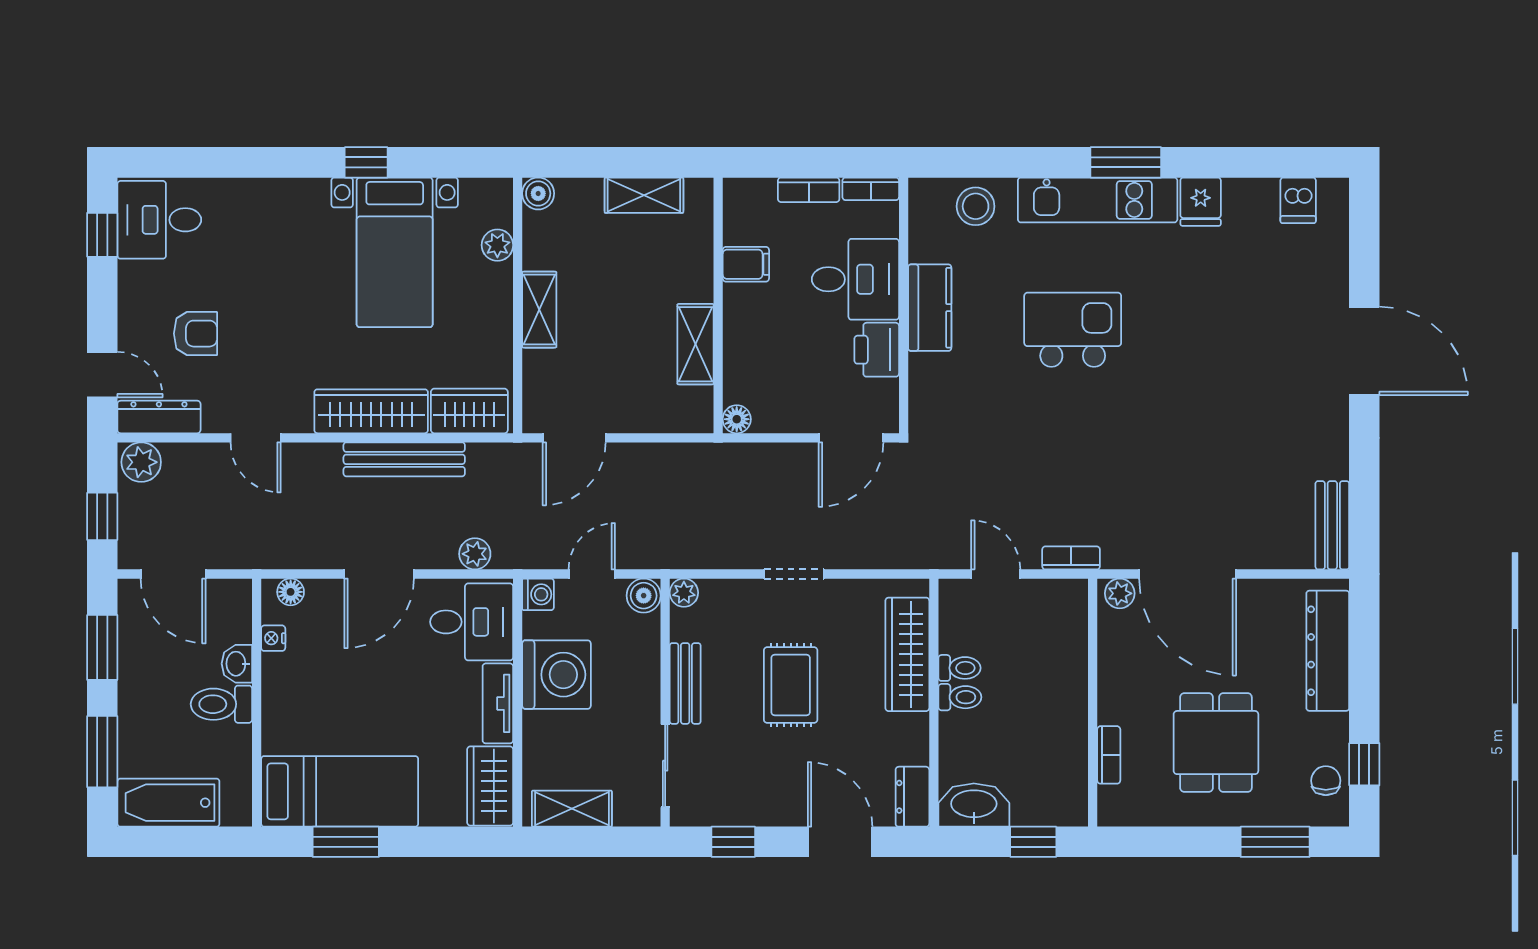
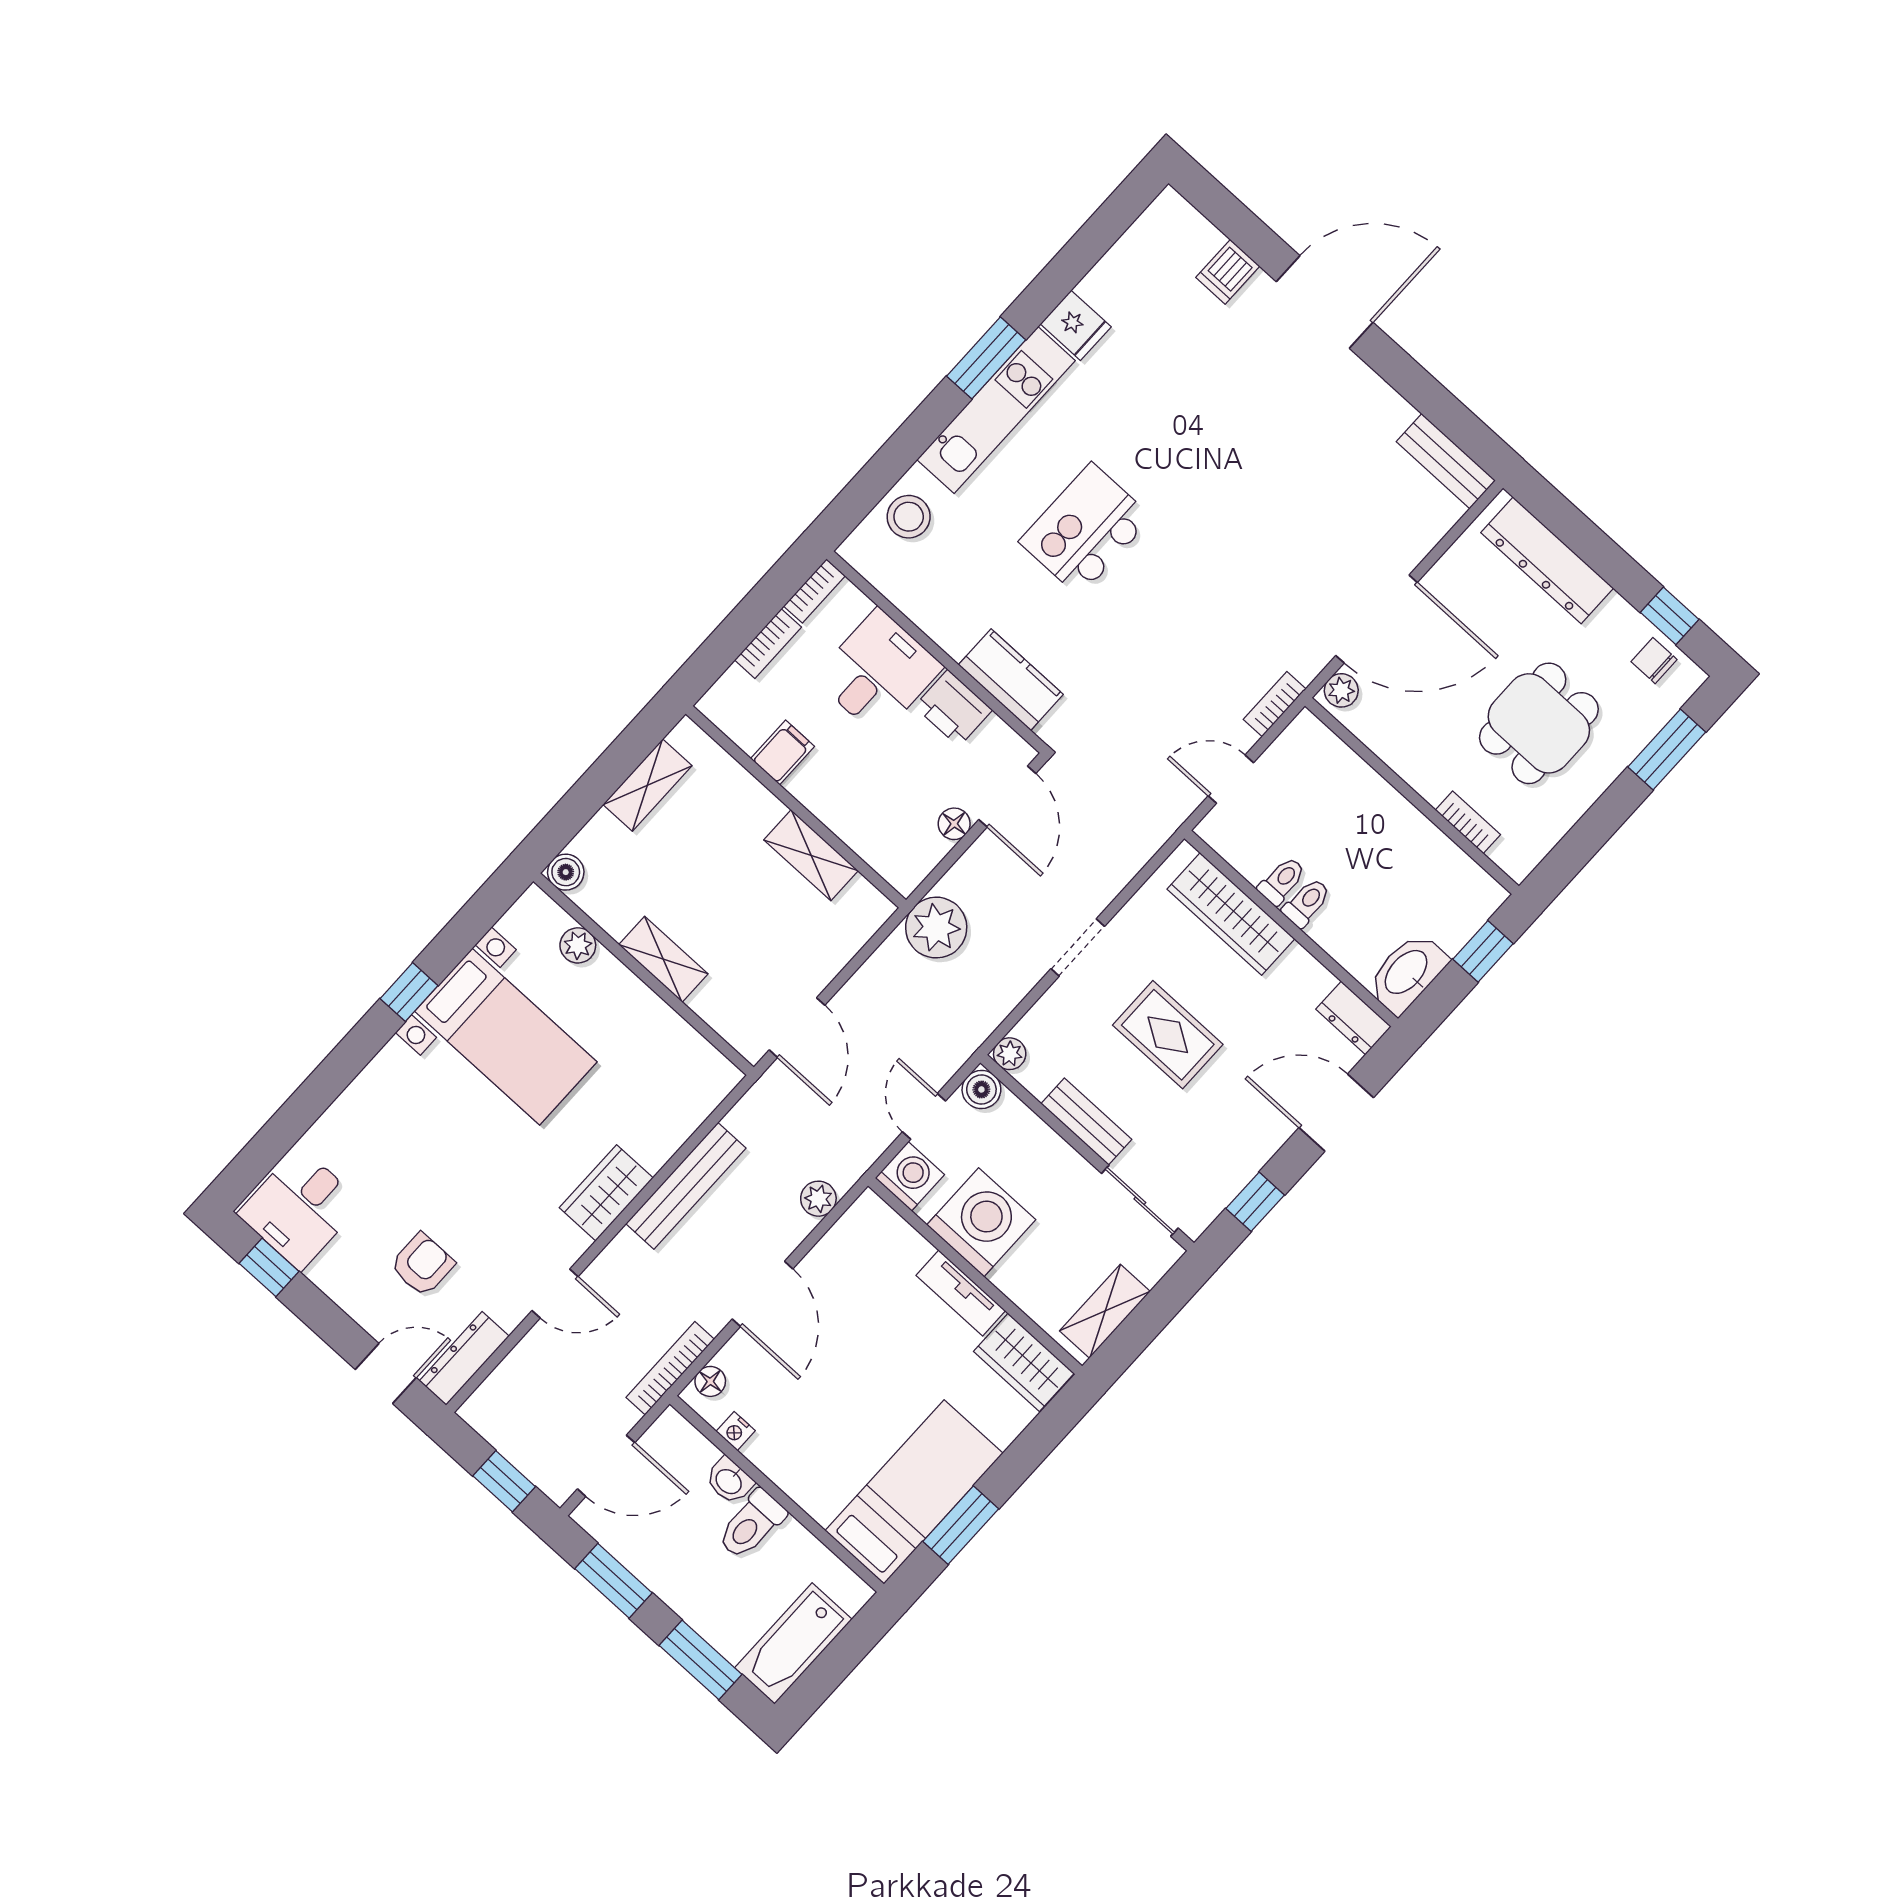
dishwasher: (1298, 200) -> (1228, 272), moved, turned 90
kitchen counter: (930, 308) -> (1011, 680), moved
wardrobe: (371, 411) -> (606, 1193), width x0.67
wardrobe: (469, 411) -> (695, 1095), removed
floor lamp: (737, 419) -> (954, 824), moved
plant: (141, 462) -> (936, 928), moved, width x1.36, depth x1.36
bookcase: (275, 558) -> (670, 1368), added
washing machine: (538, 594) -> (910, 1176), width x1.38, depth x1.38
desk: (472, 622) -> (873, 1253), removed
dining table: (1216, 743) -> (1539, 723), turned 90

